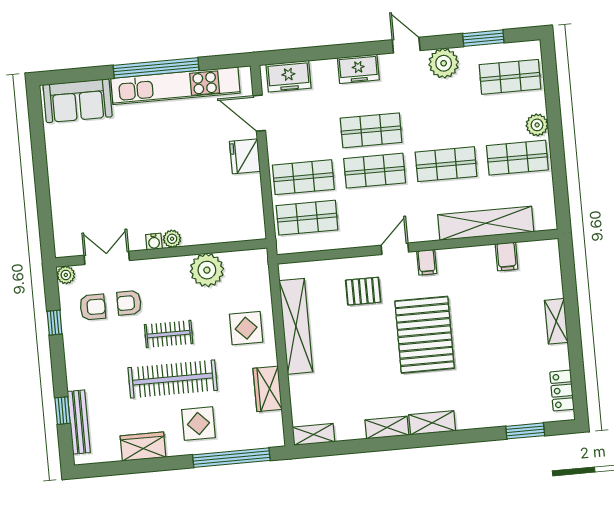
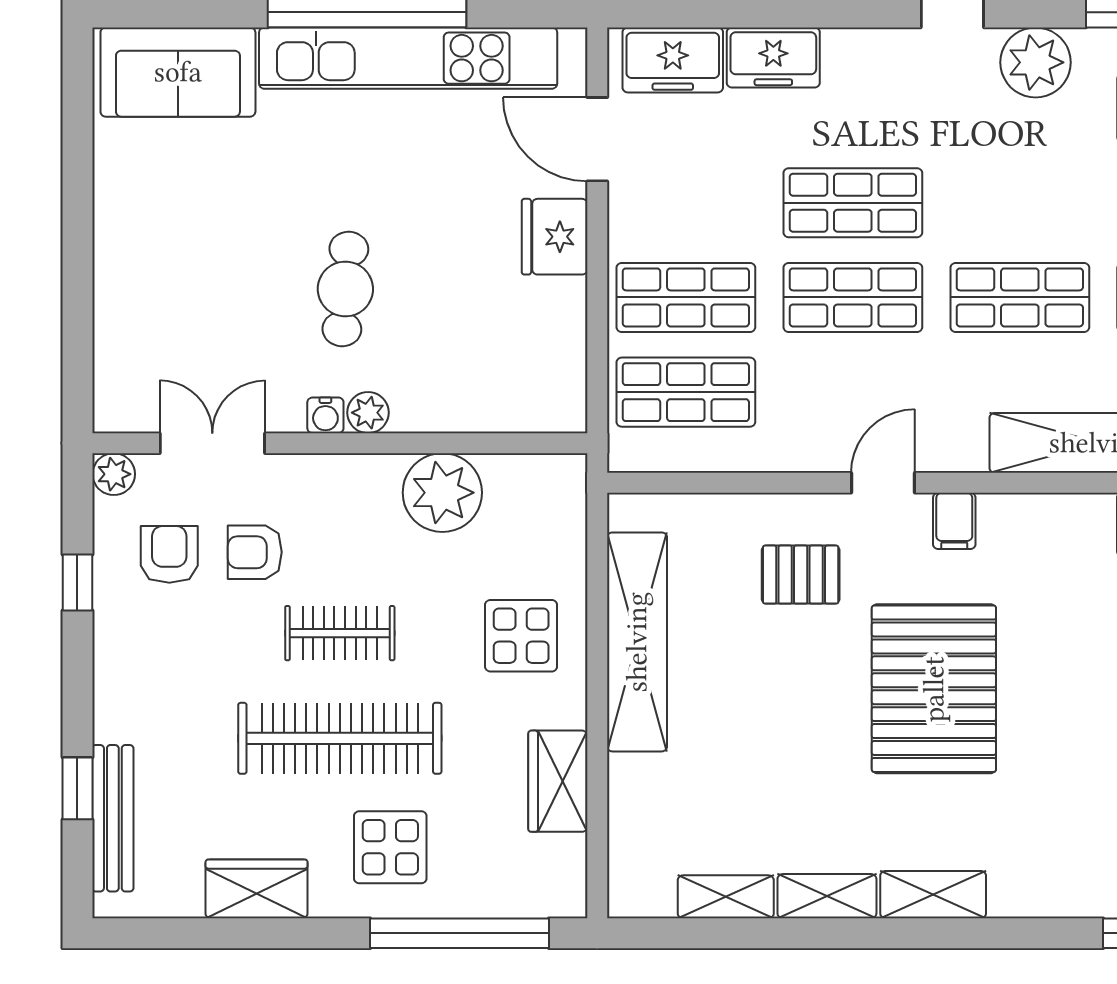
freezer: (358, 69) -> (773, 57), moved
cafe table: (158, 187) -> (345, 289), added
armchair: (93, 307) -> (169, 554), turned -90
shelving: (314, 434) -> (726, 897), moved

